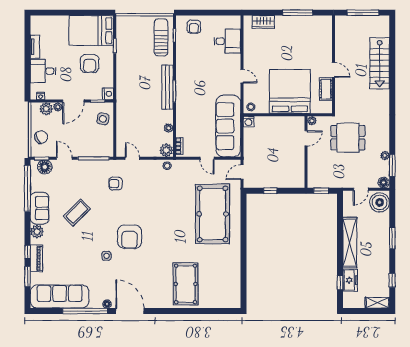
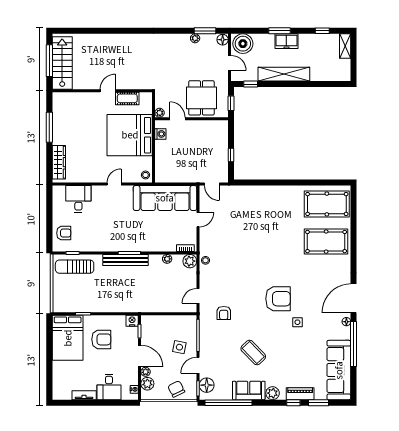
wardrobe: (263, 22) -> (59, 162), width x1.50
stairs: (380, 63) -> (62, 63), moved, turned -90
side table: (103, 119) -> (179, 347), moved
washing machine: (249, 121) -> (160, 134), moved
dining table: (348, 138) -> (201, 98), moved
pool table: (213, 214) -> (327, 204), moved, width x0.73, depth x0.76
freezer: (350, 280) -> (286, 41), moved, turned 180
window: (340, 283) -> (251, 84), moved

